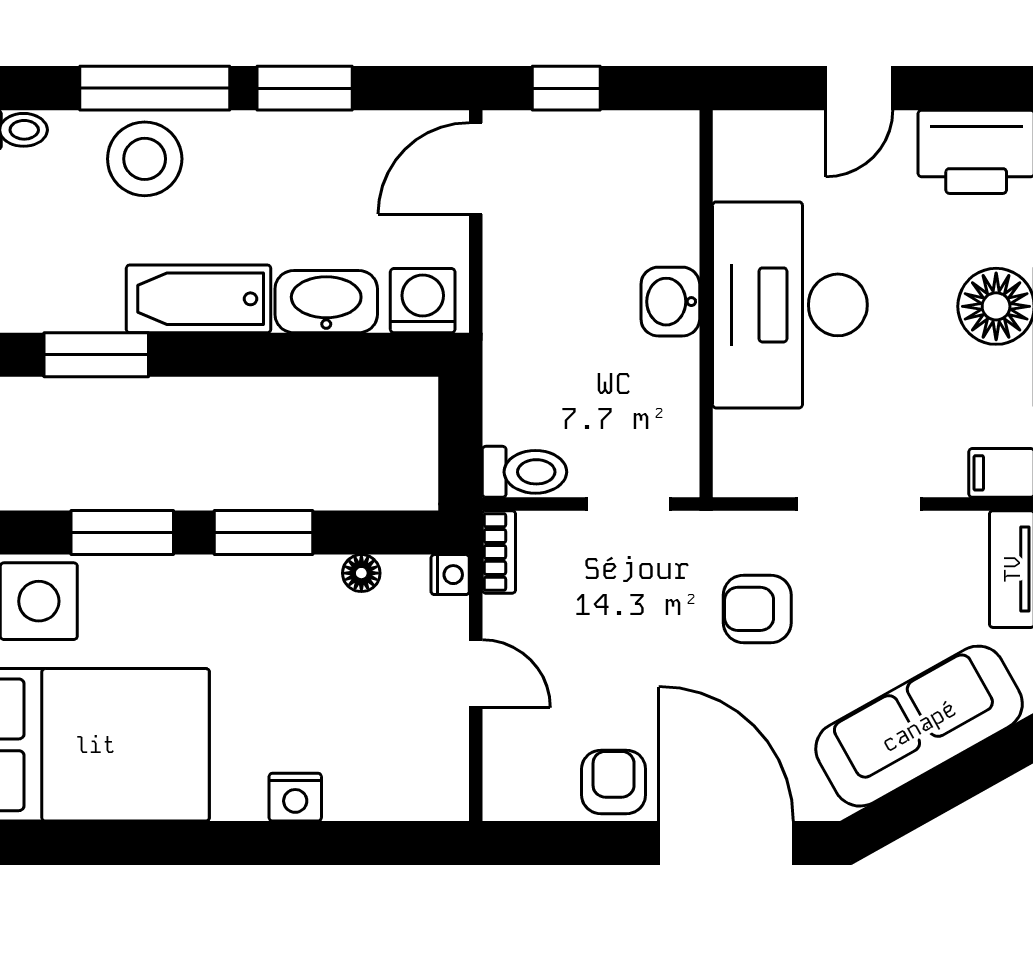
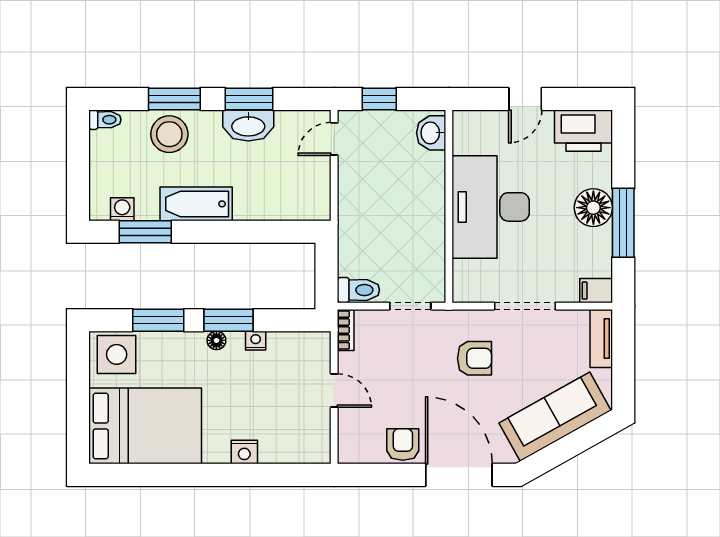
window: (155, 88) -> (174, 99), width x0.69
door: (476, 168) -> (334, 139), width x0.73
washing machine: (423, 301) -> (122, 209), moved, width x0.73, depth x0.73
washbasin: (326, 302) -> (248, 125), moved, turned 180
washbasin: (670, 302) -> (431, 133), moved
floor lamp: (361, 573) -> (216, 340), moved
nightstand: (450, 575) -> (256, 341), moved, turned -90
armchair: (757, 609) -> (474, 358), turned 180

